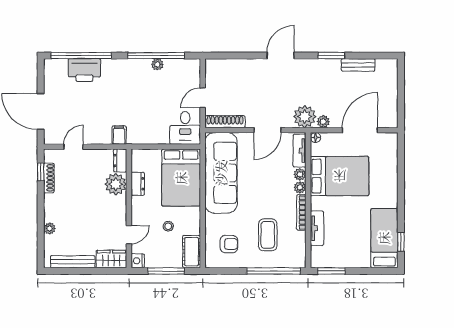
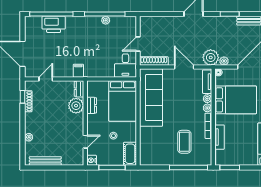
door: (267, 130) -> (184, 67), swing flipped
armchair: (229, 244) -> (157, 148), removed
wardrobe: (111, 259) -> (73, 159), removed

